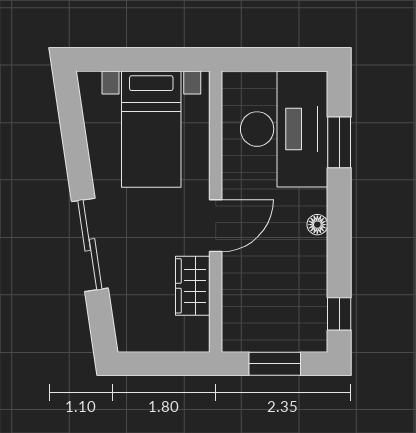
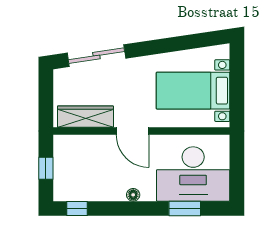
sliding door: (90, 245) -> (96, 56), moved
wardrobe: (193, 286) -> (85, 117), width x1.50
window: (275, 364) -> (46, 168), width x0.67

